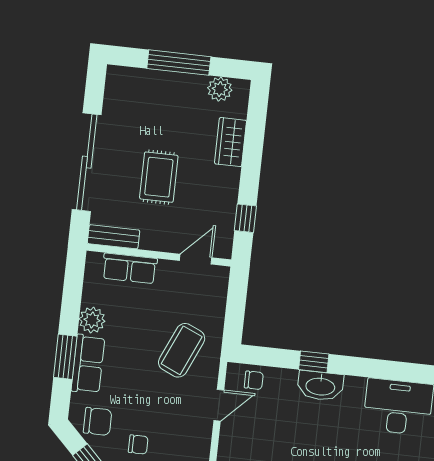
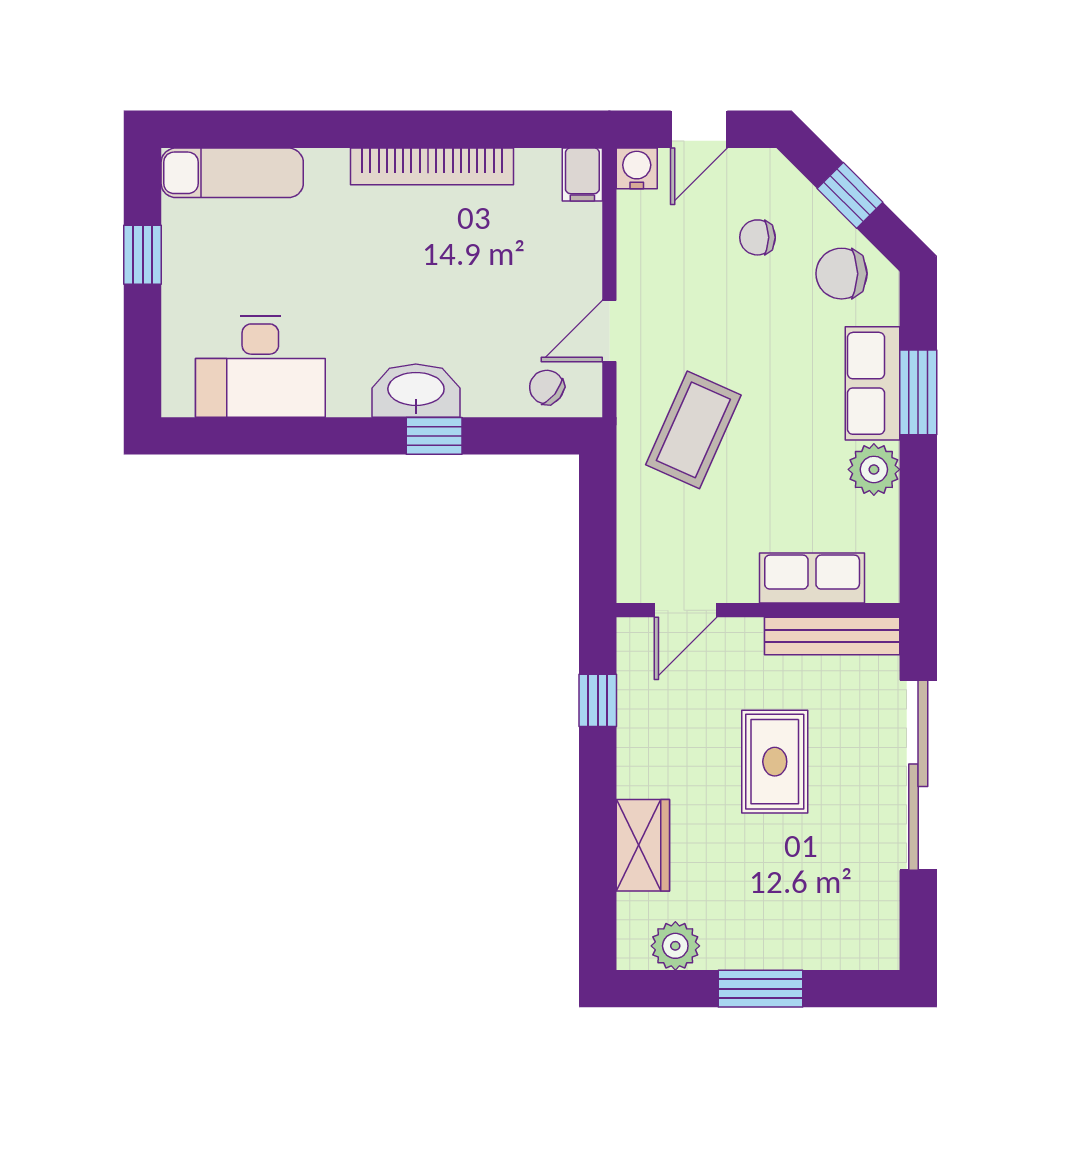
window: (179, 63) -> (761, 989), width x0.69
bench: (113, 237) -> (832, 636), width x1.36
chair: (254, 380) -> (547, 387), turned 39

